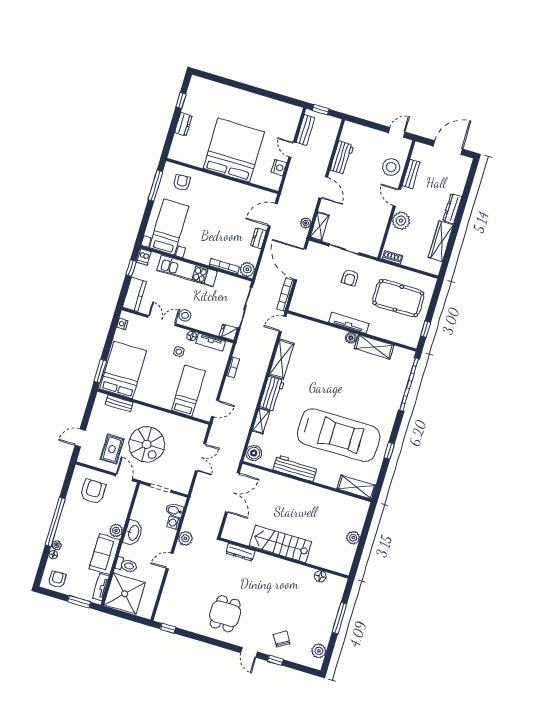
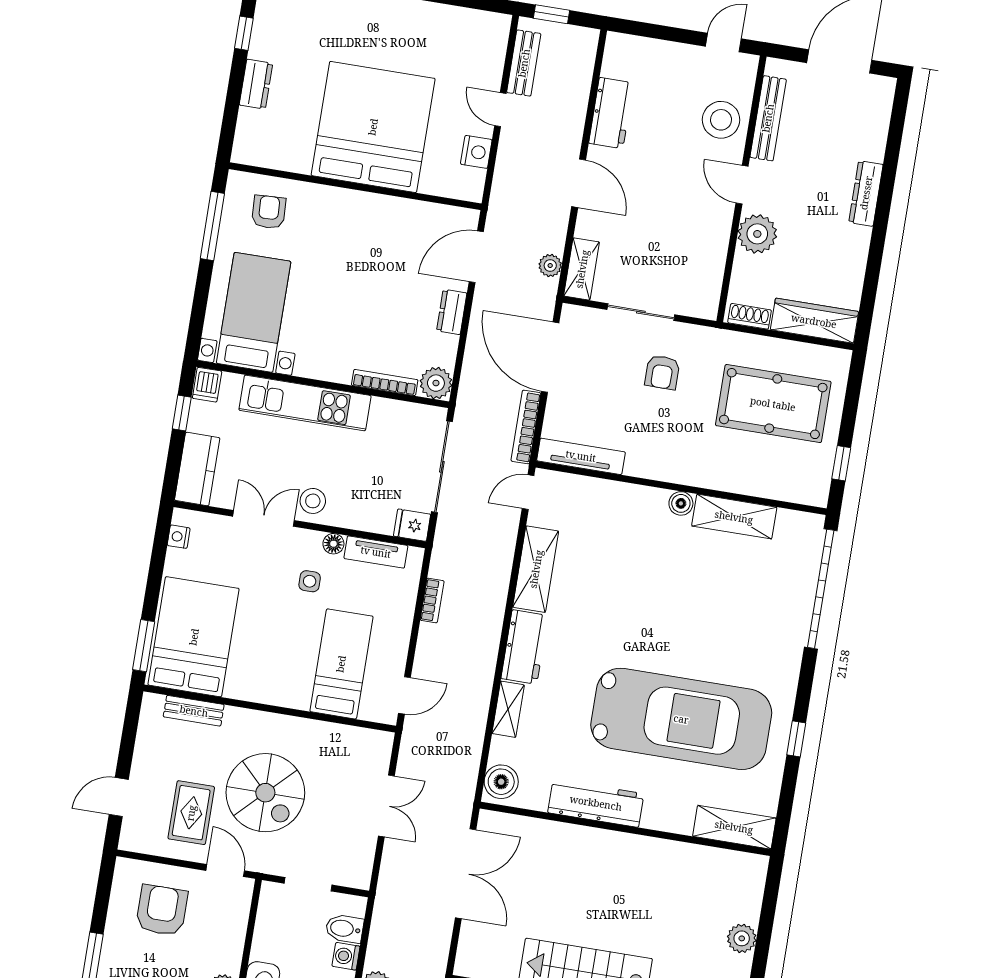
bench: (411, 174) -> (768, 118), width x1.36
wardrobe: (441, 241) -> (814, 321), moved, turned 90
tv unit: (349, 323) -> (581, 456), moved

